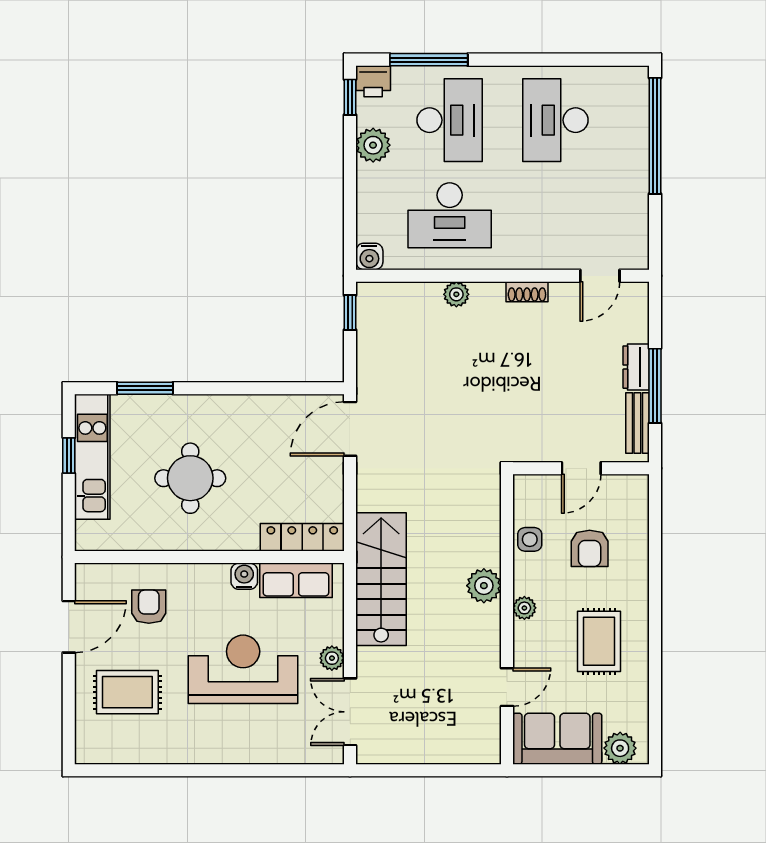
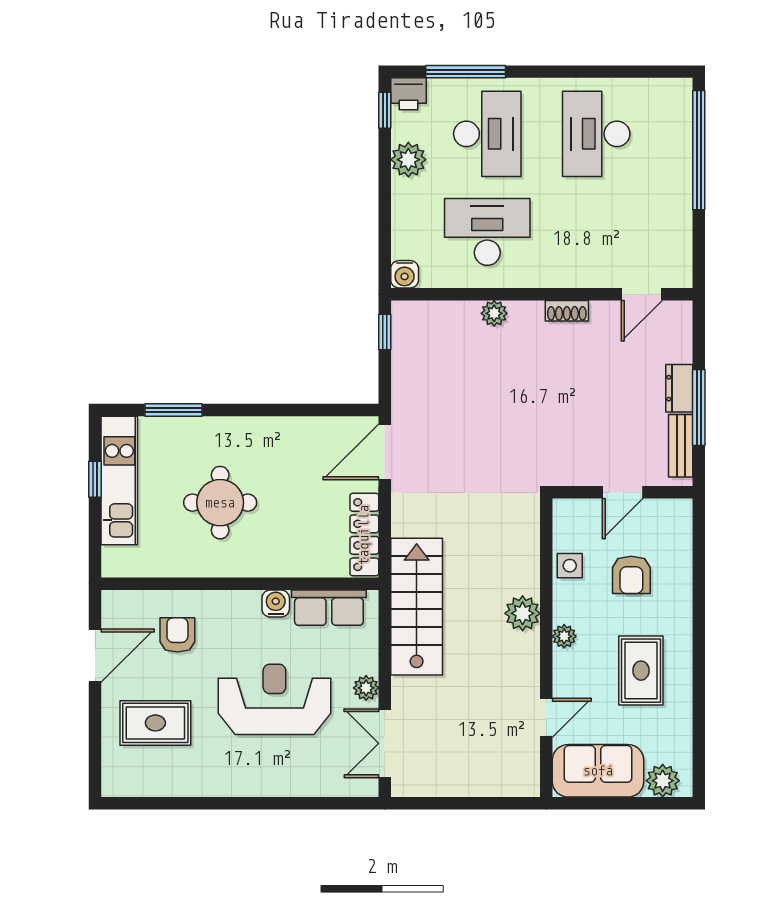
desk: (450, 215) -> (487, 232), turned 180
locker: (302, 537) -> (364, 535), moved, turned -90

